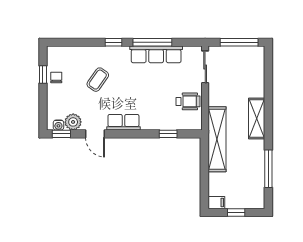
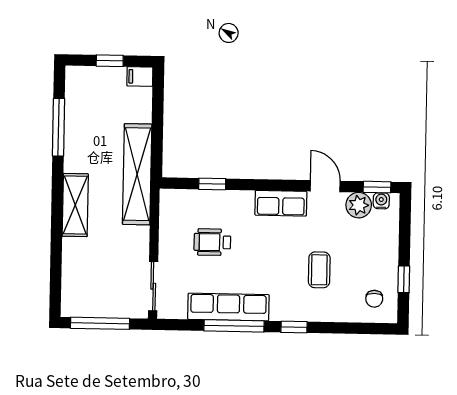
chair: (56, 78) -> (374, 299), moved
coffee table: (98, 80) -> (319, 270), turned -35
wheelchair: (188, 101) -> (212, 242), moved

